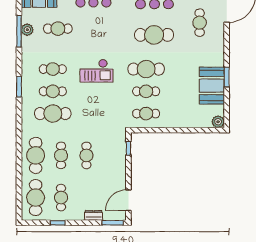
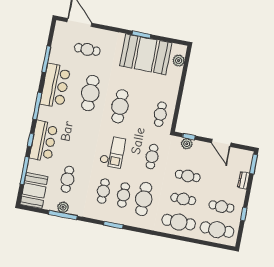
booth: (212, 86) -> (146, 54), width x1.36, depth x1.42
cafe table: (146, 91) -> (152, 157), moved
plant: (218, 122) -> (179, 61), moved
plant: (120, 148) -> (187, 144), added
door: (128, 200) -> (221, 143), moved

